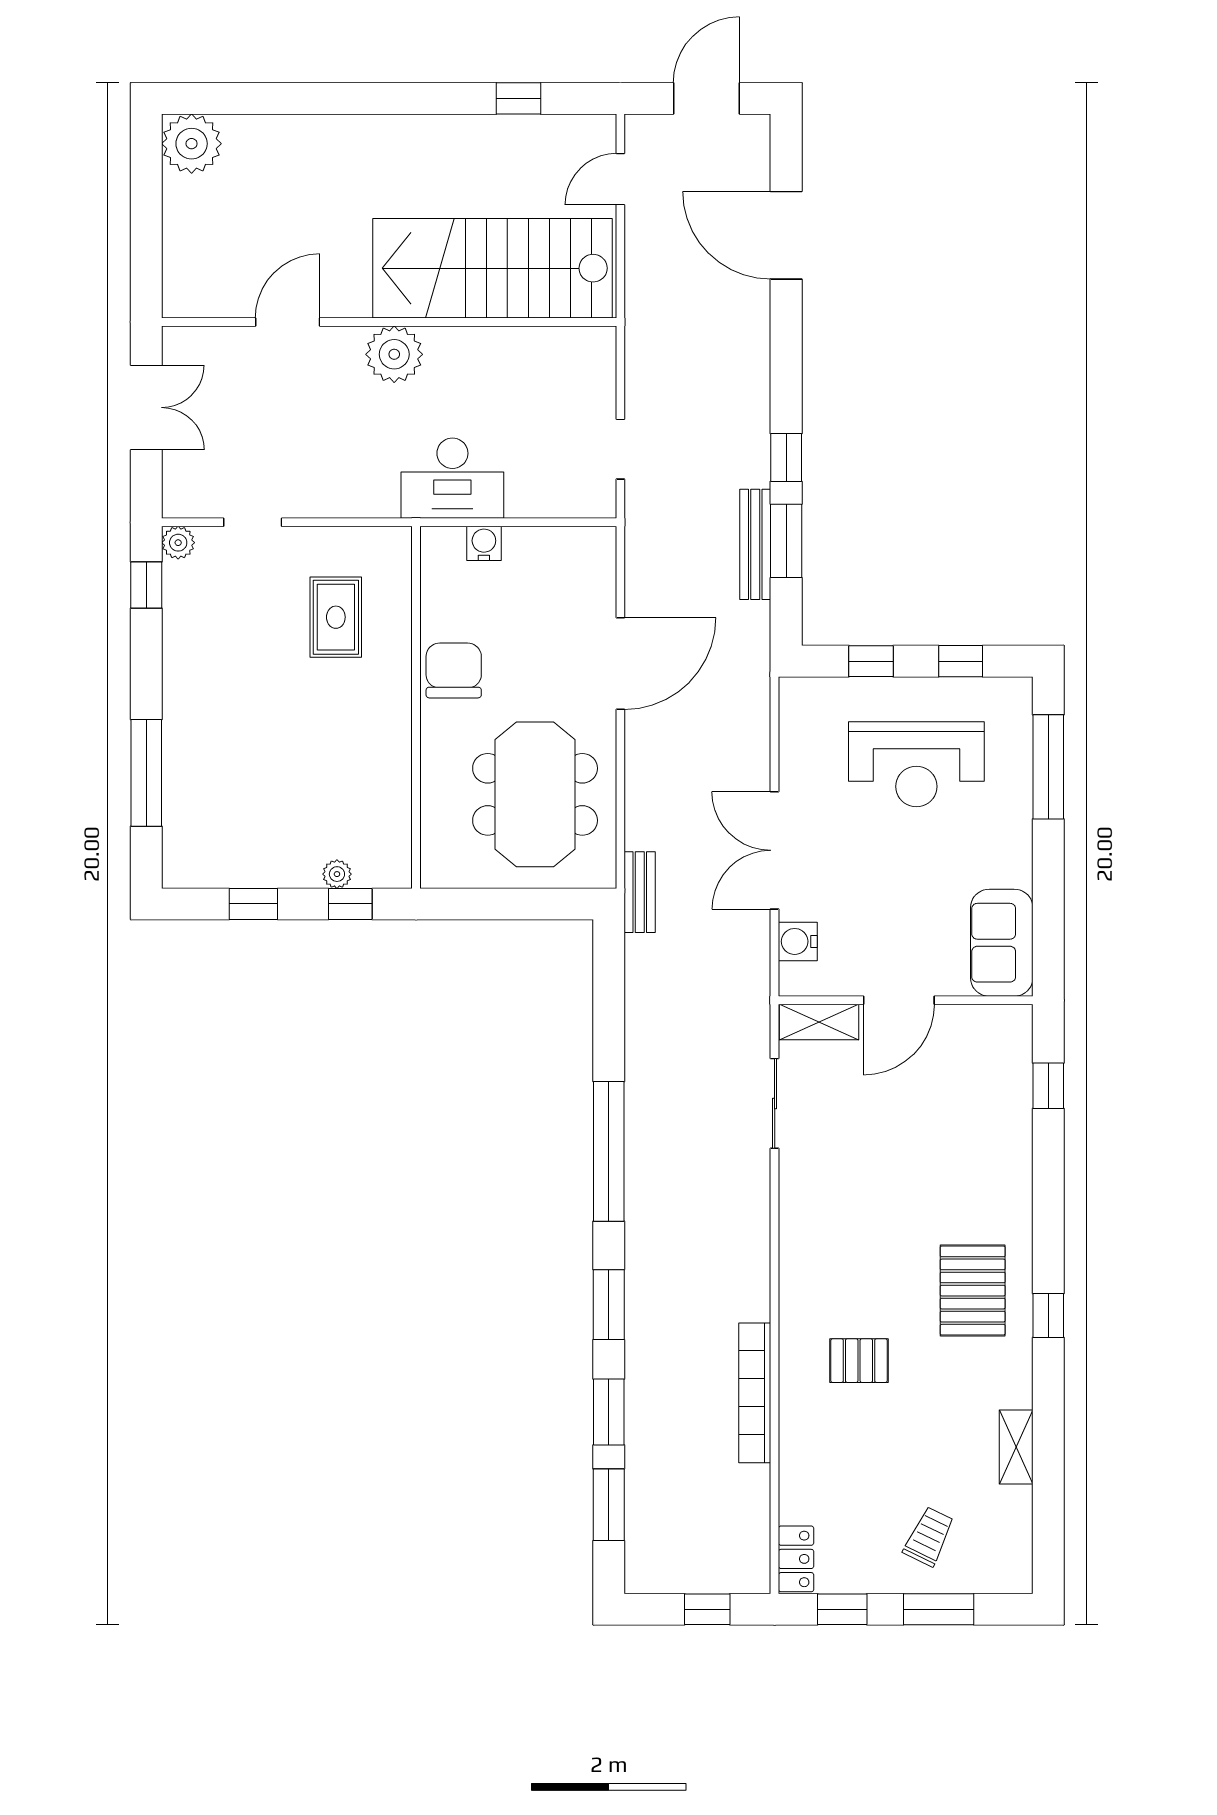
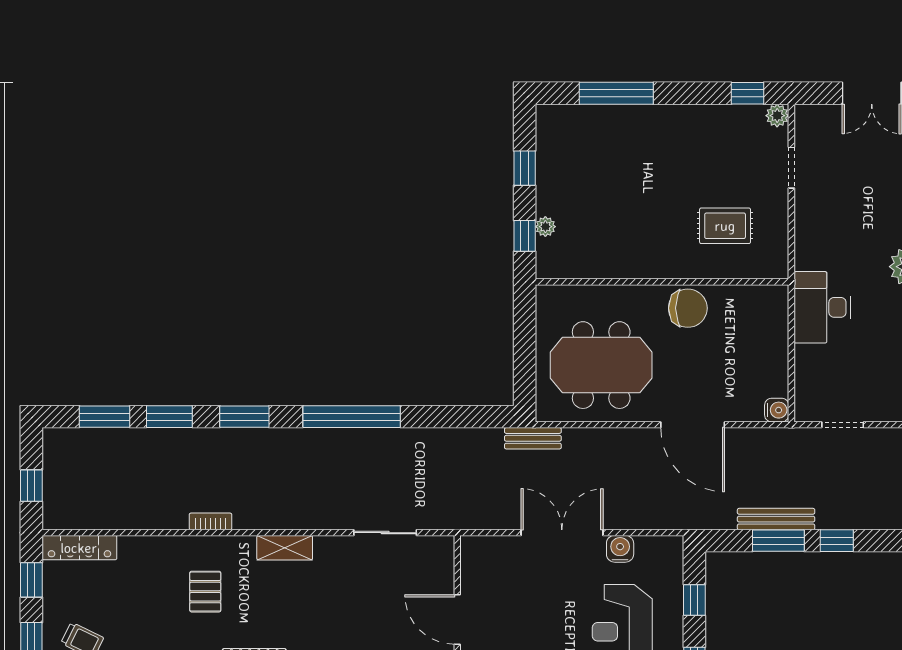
water cooler: (484, 543) -> (777, 410), moved
water cooler: (798, 941) -> (620, 549), moved
shelving: (819, 1022) -> (285, 548), moved, turned 90
bookcase: (755, 1393) -> (210, 521), width x0.43, depth x0.76
locker: (796, 1559) -> (79, 548), width x1.53

